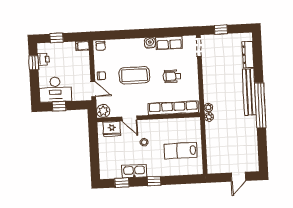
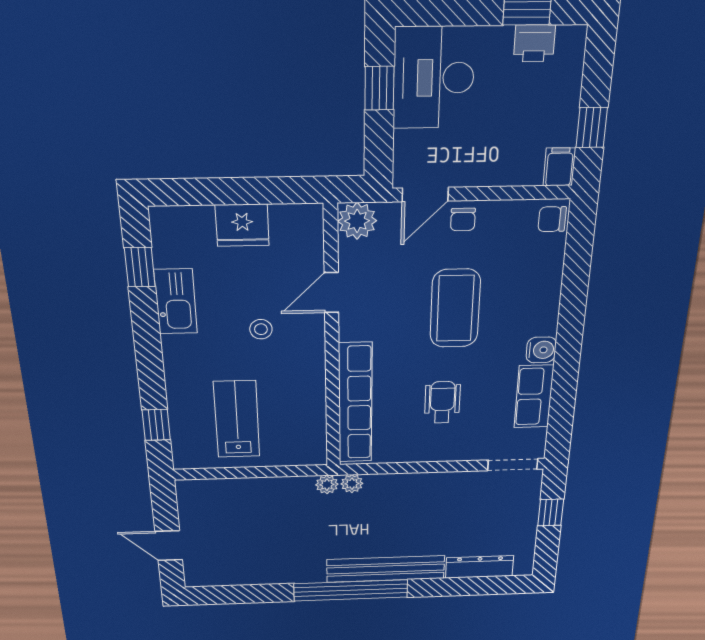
window: (57, 38) -> (592, 127), moved
fridge: (112, 129) -> (242, 225), moved, turned -90
window: (154, 181) -> (156, 425), moved

